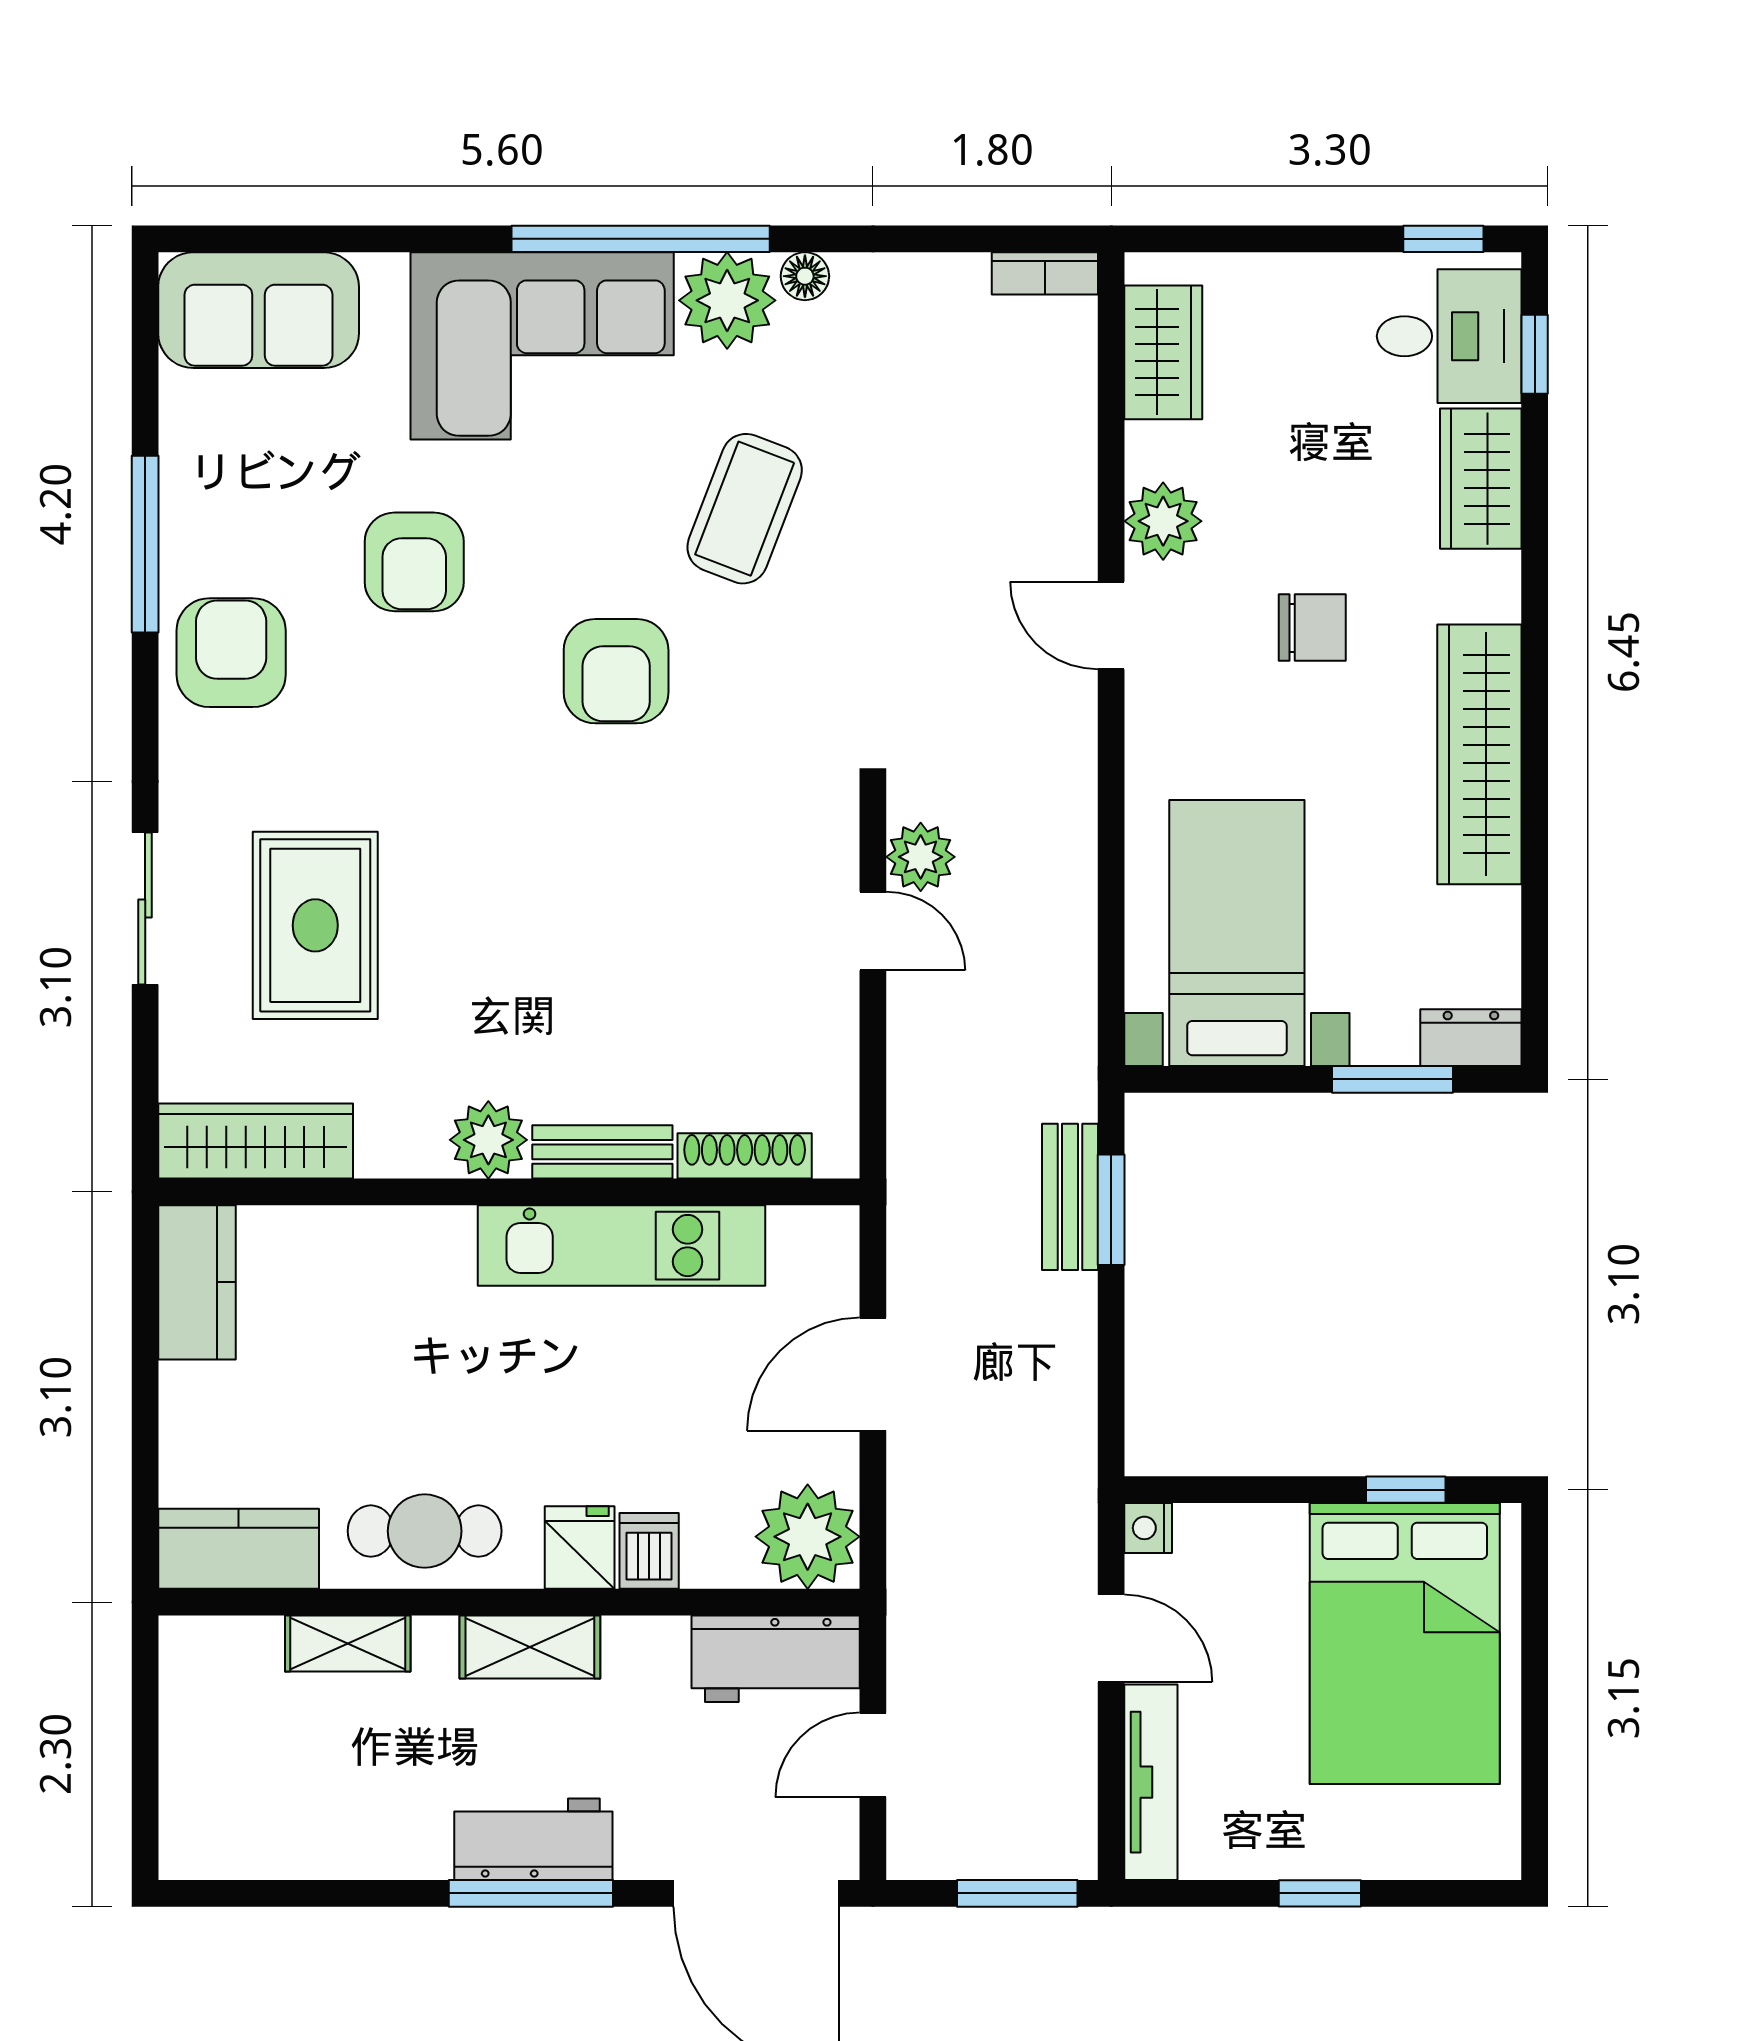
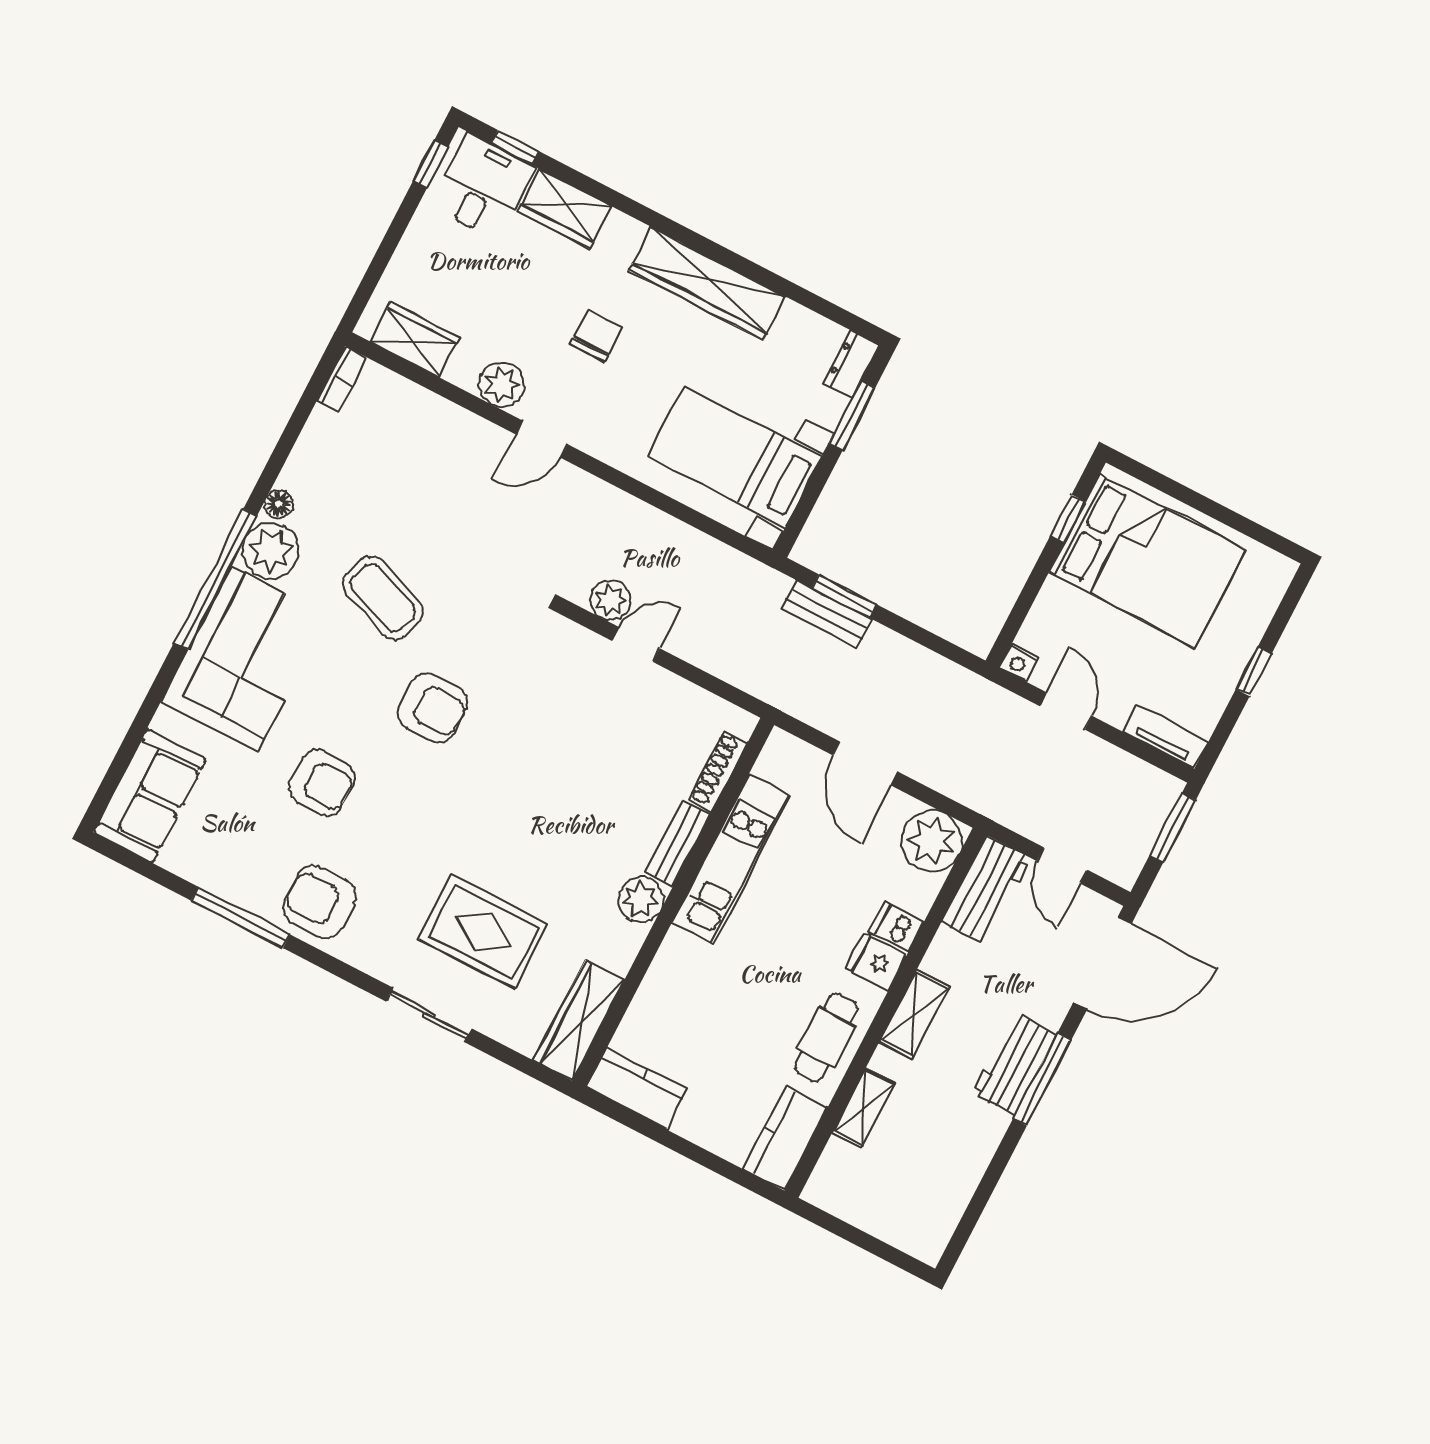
door: (1111, 1638) -> (1066, 711), hinge flipped
tv unit: (1151, 1782) -> (1166, 737), width x0.71

